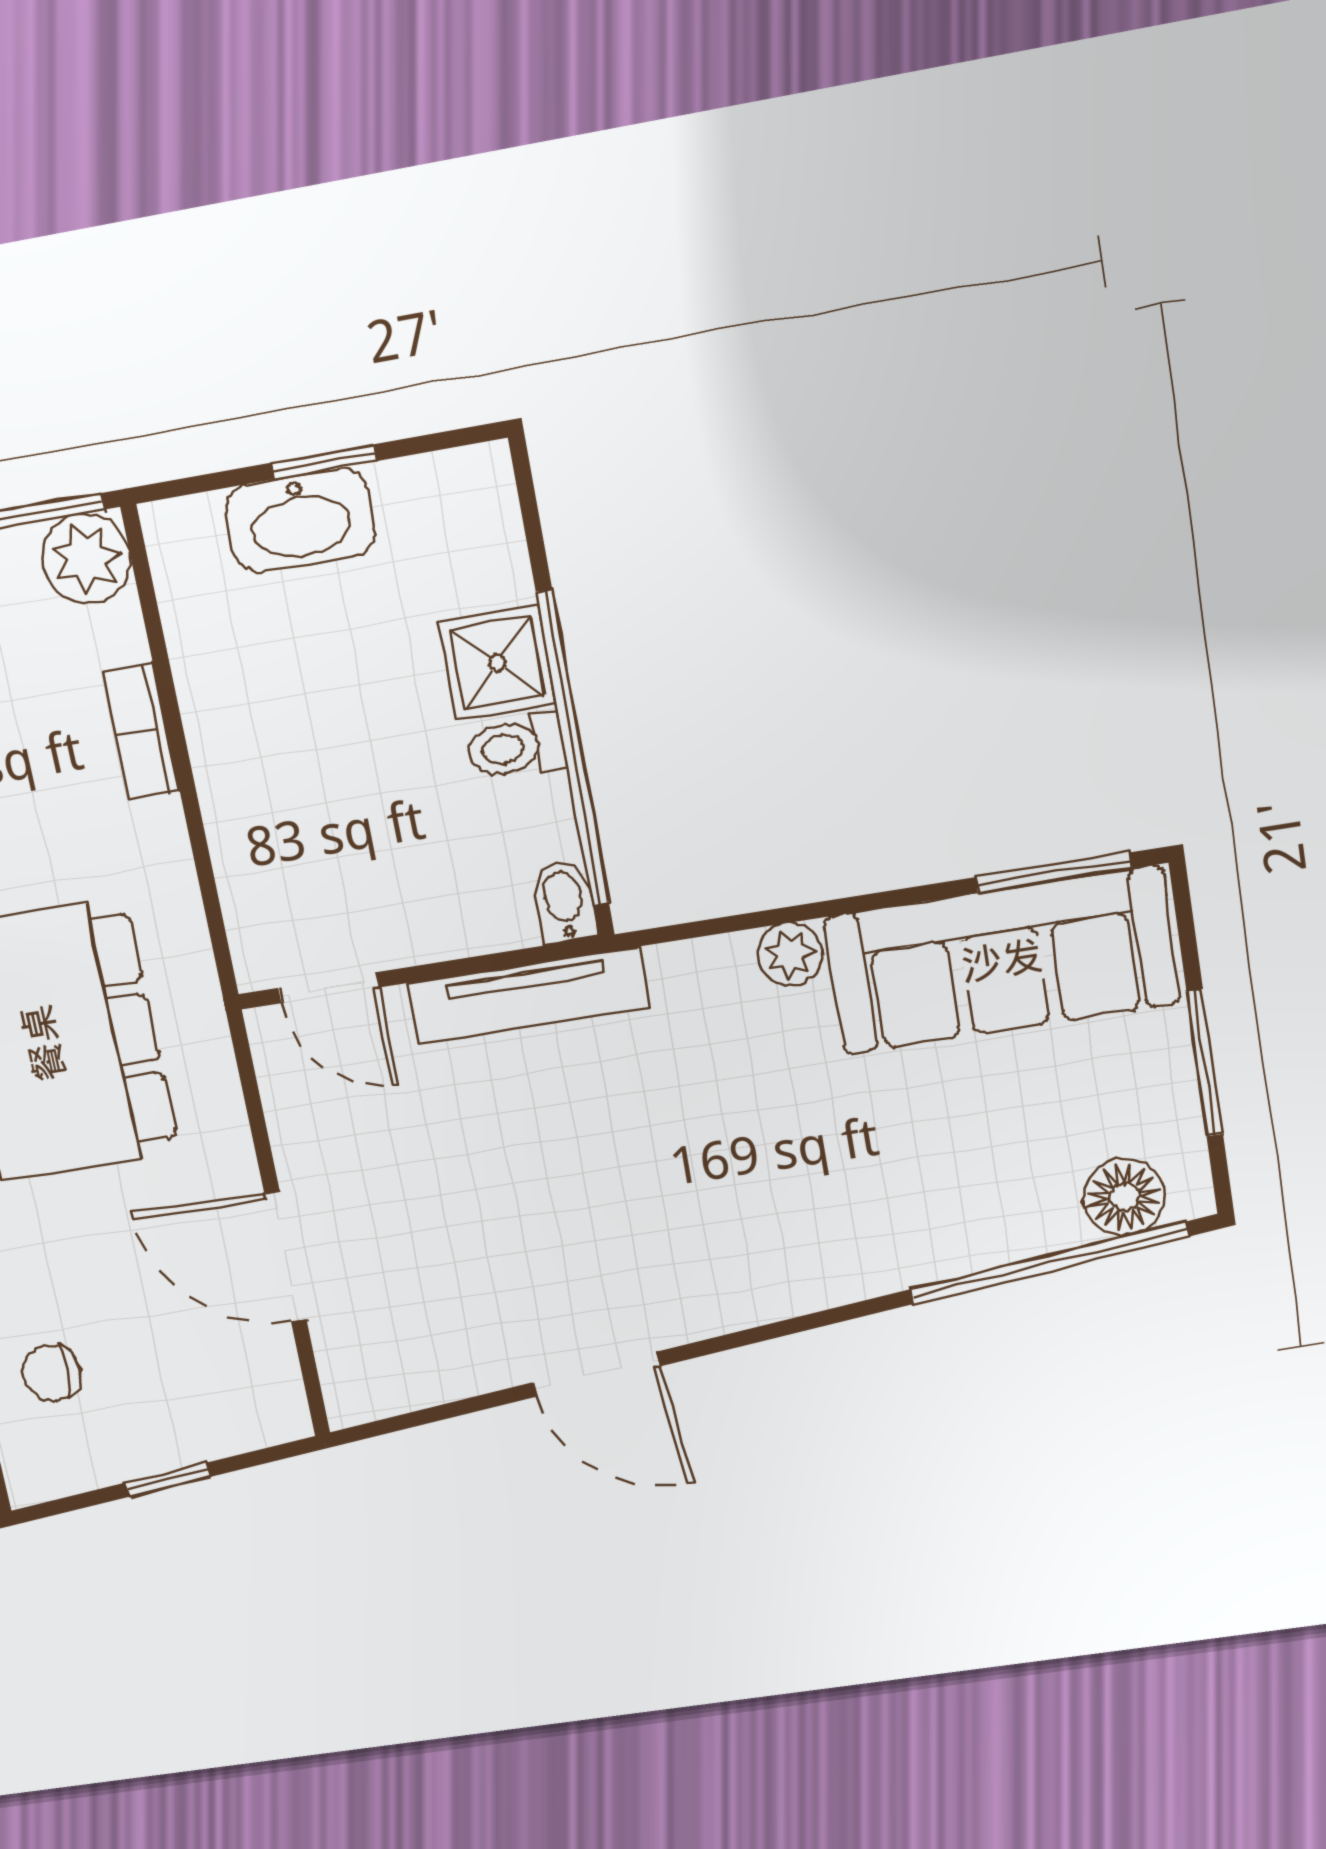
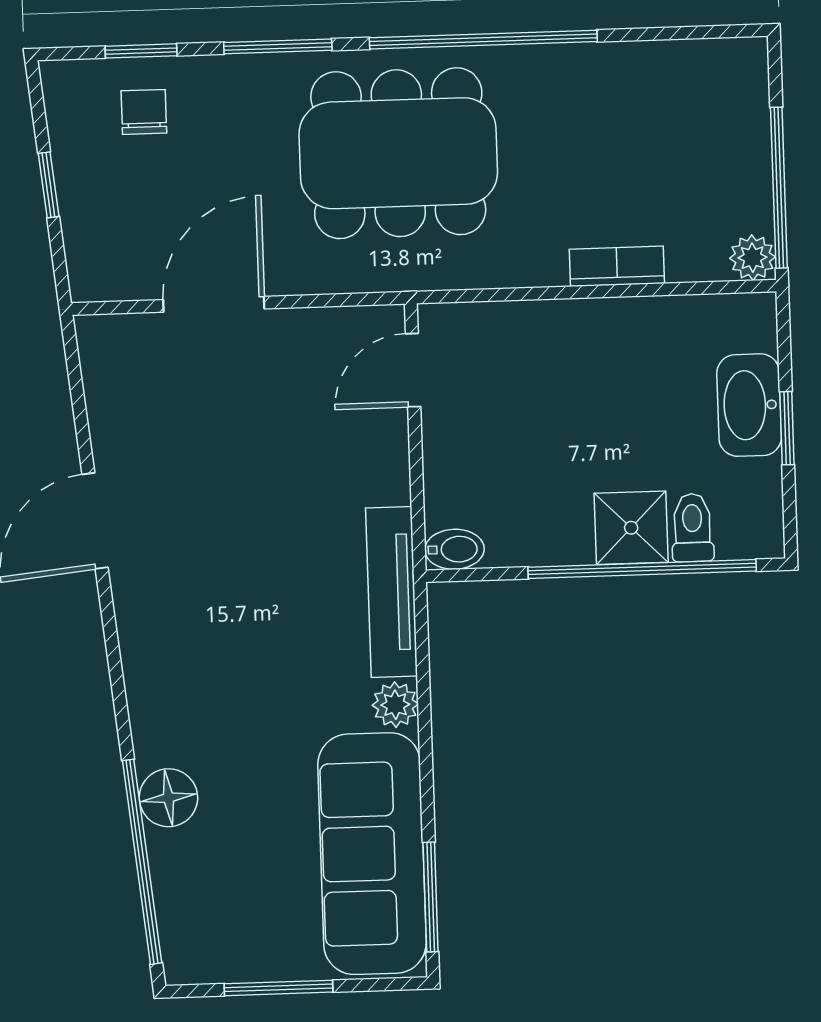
plant: (86, 559) -> (752, 258), width x0.73, depth x0.73
toilet: (516, 747) -> (692, 528), moved
window: (573, 749) -> (642, 569), moved
tv unit: (528, 995) -> (392, 592), moved
floor lamp: (1124, 1197) -> (168, 798), moved

